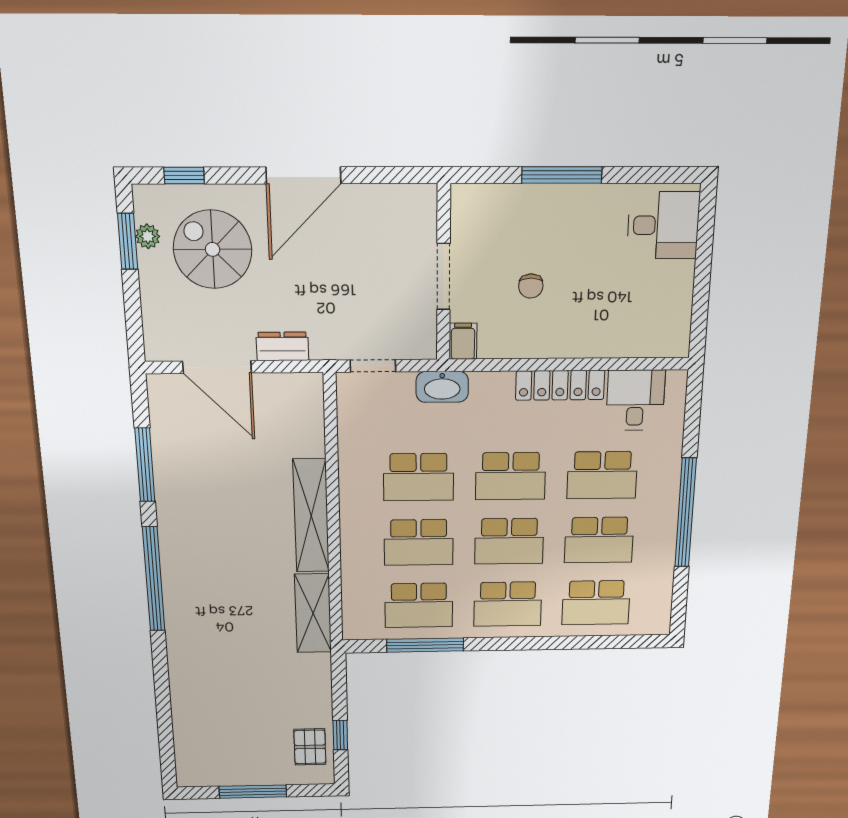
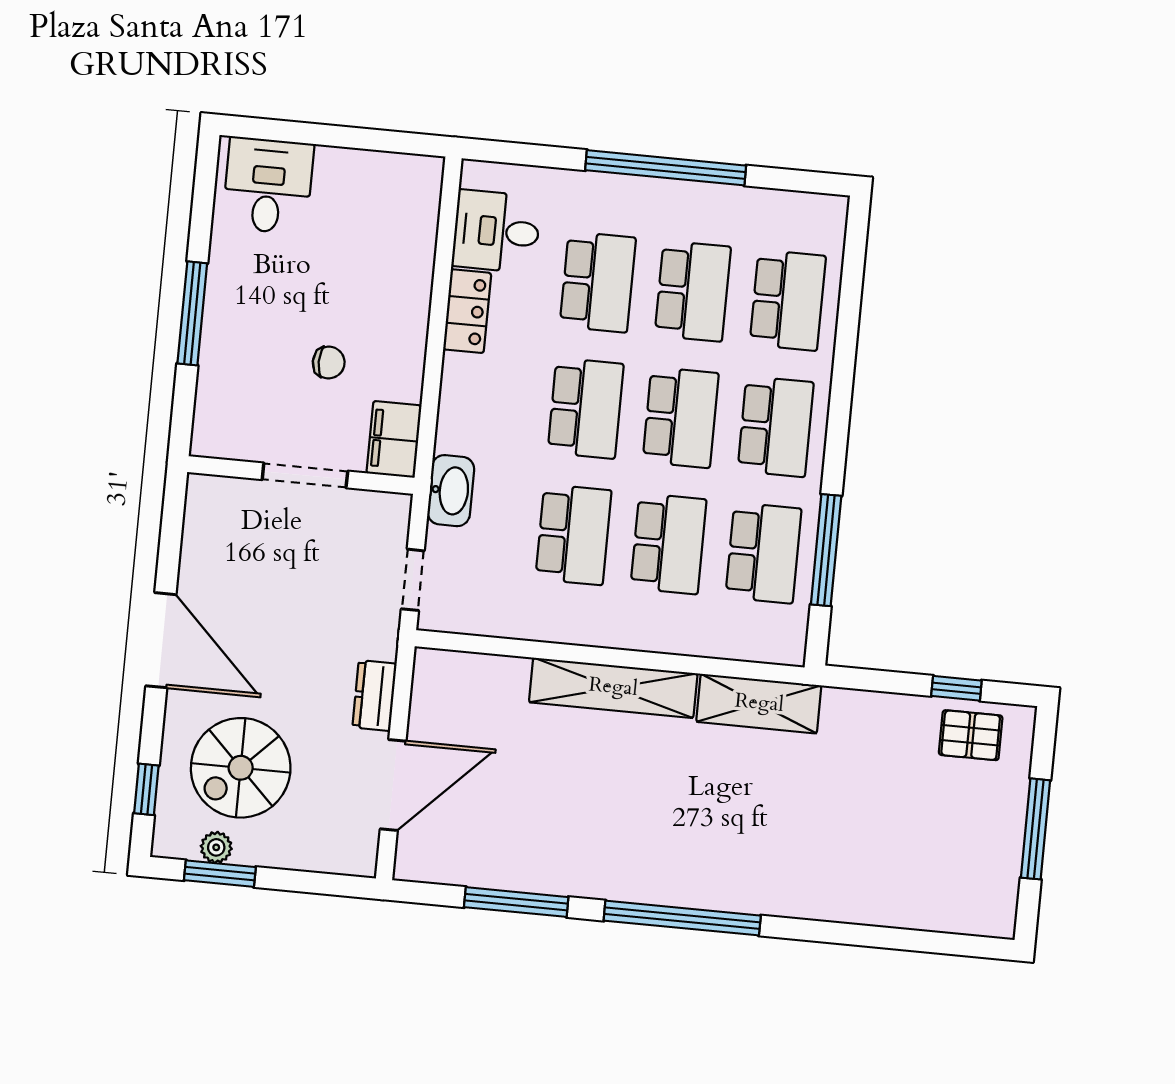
filing cabinet: (463, 341) -> (394, 439), width x2.00
locker: (560, 385) -> (467, 311), width x0.66

